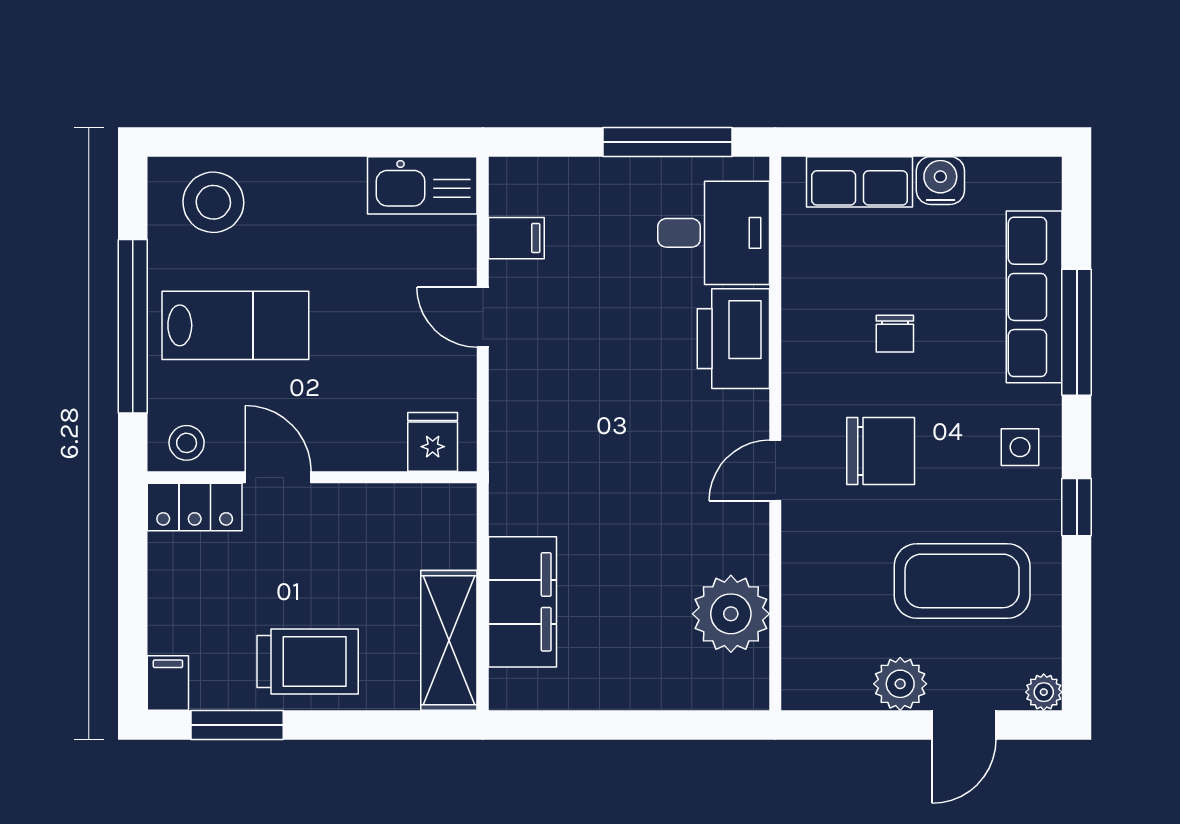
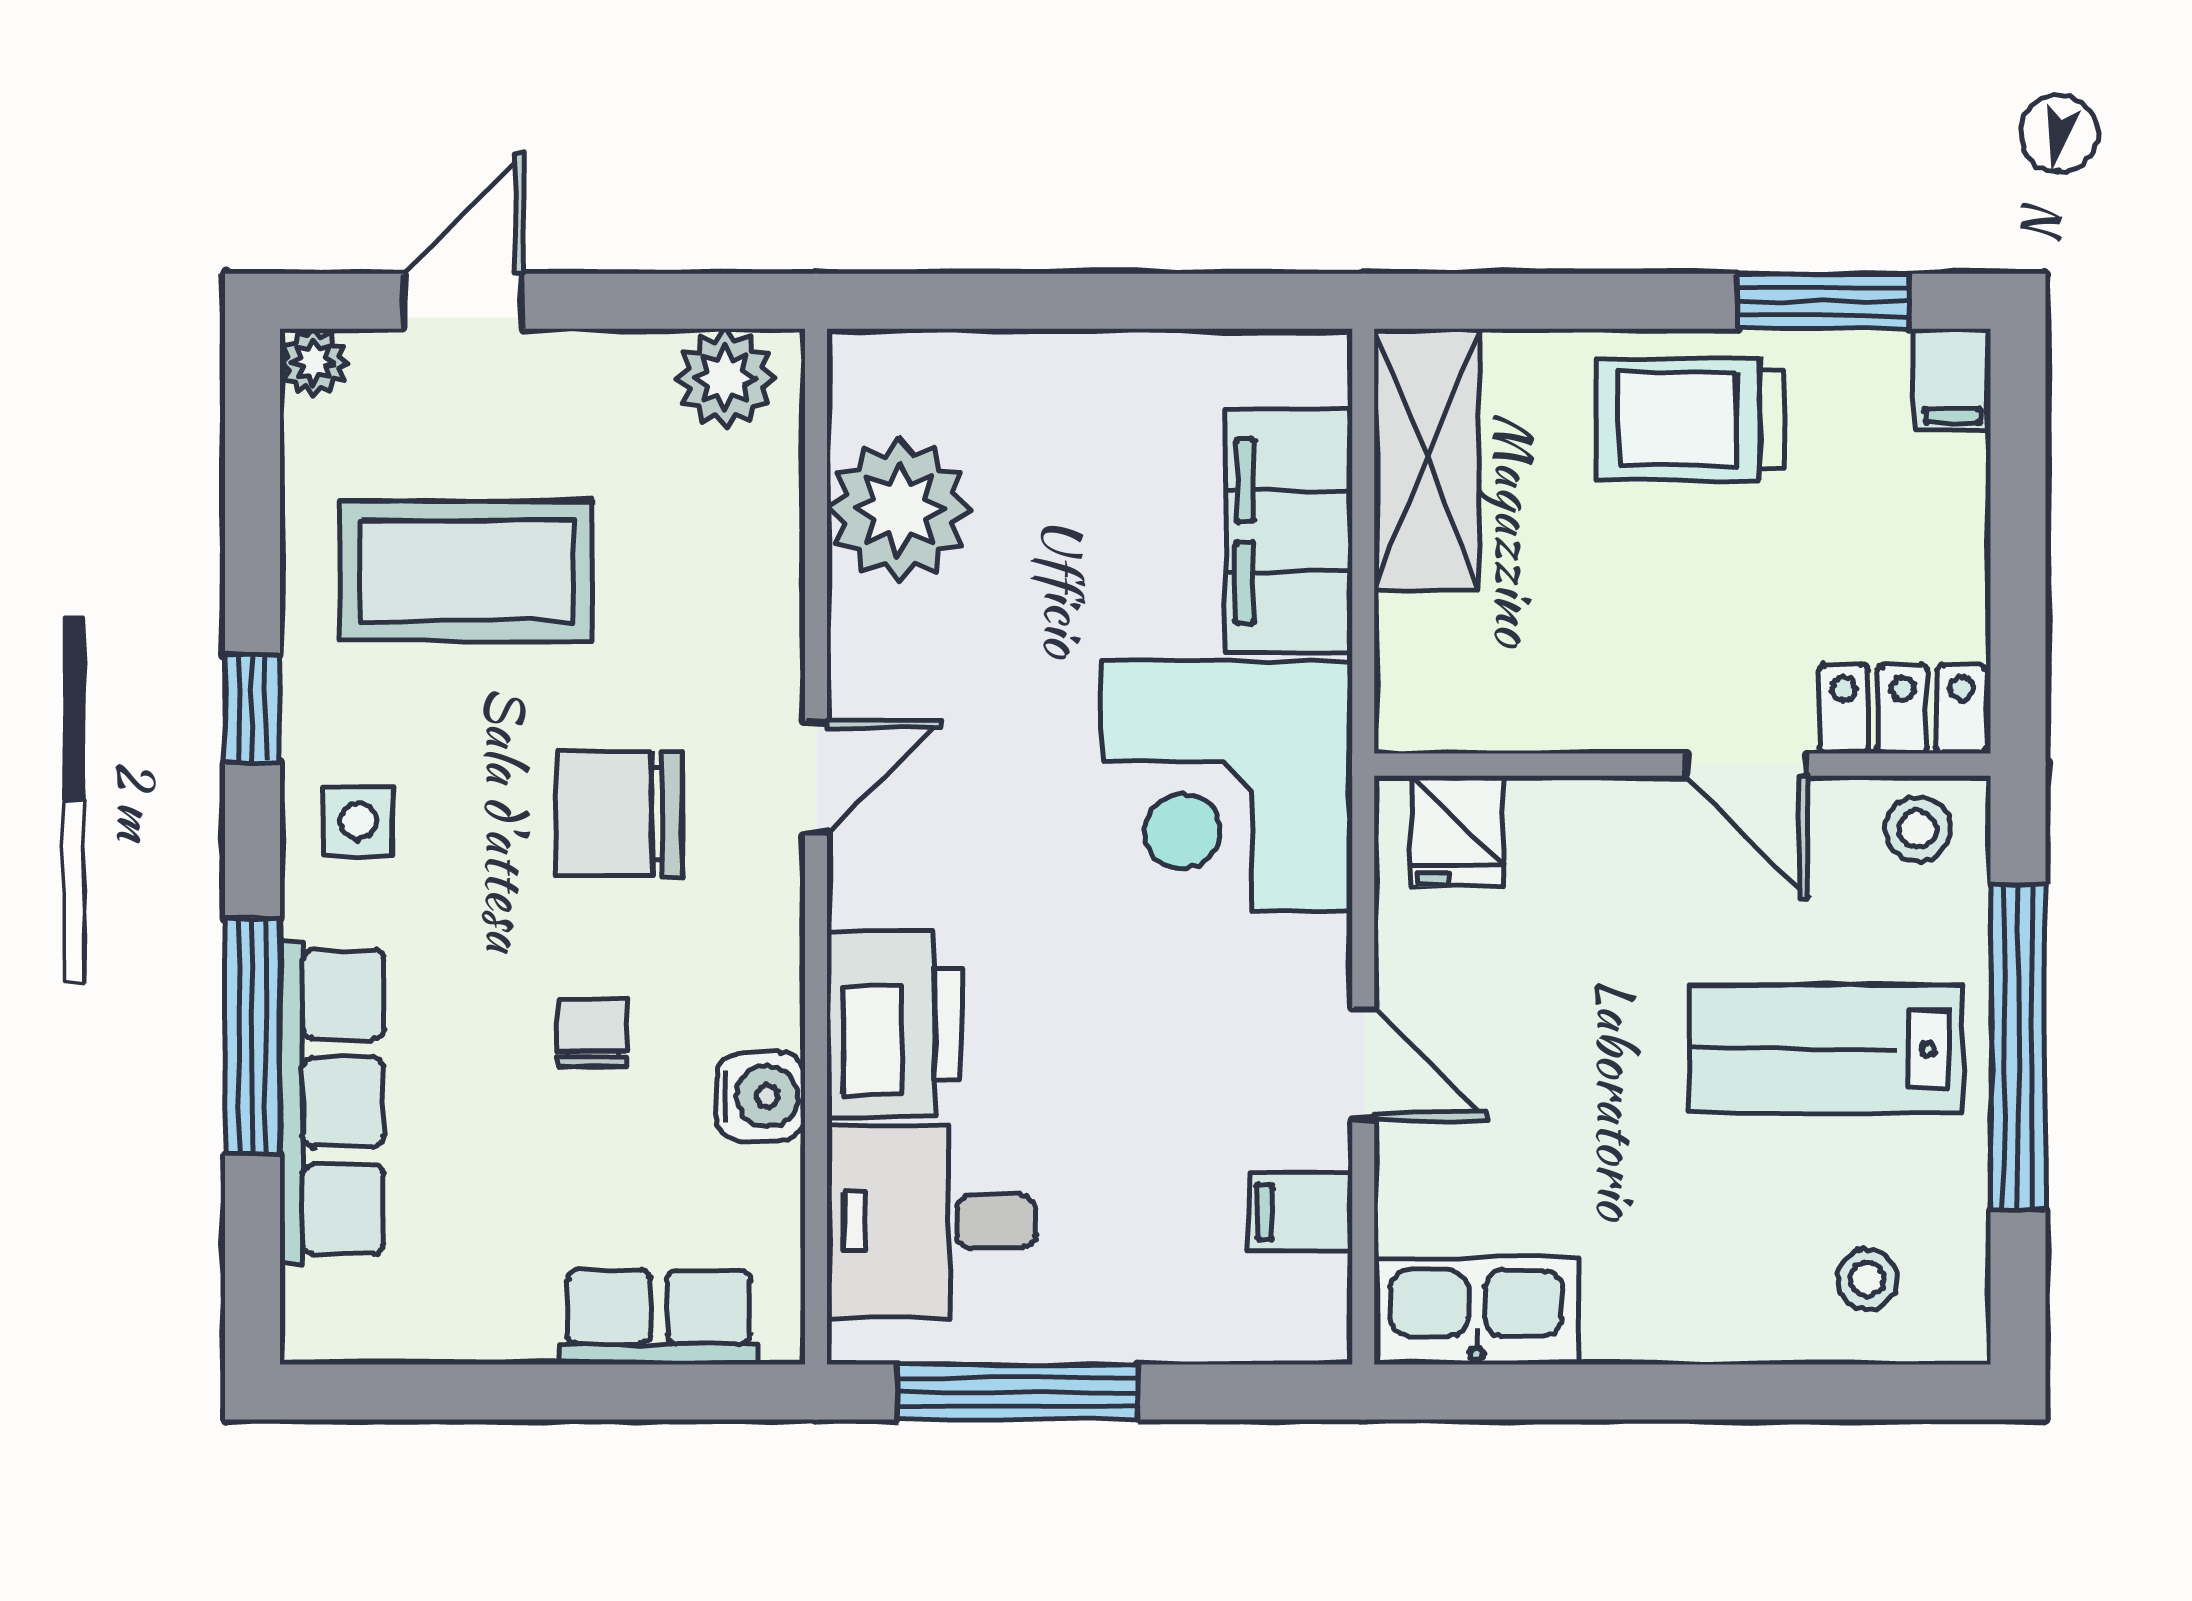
water cooler: (940, 181) -> (760, 1097), moved, turned -90
stool: (213, 202) -> (1867, 1279), width x0.53, depth x0.53
corner desk: (556, 466) -> (1227, 786), added
plant: (900, 684) -> (725, 378), moved

